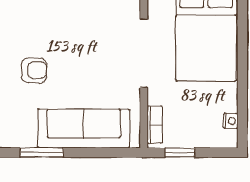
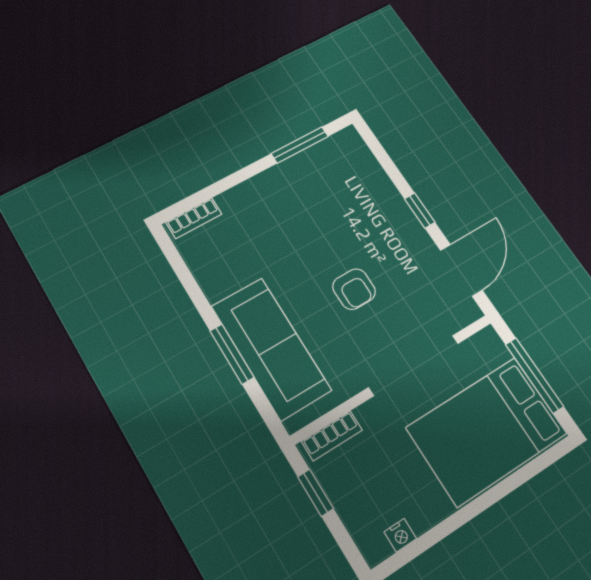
armchair: (34, 70) -> (354, 289), moved
window: (42, 153) -> (232, 354), moved

